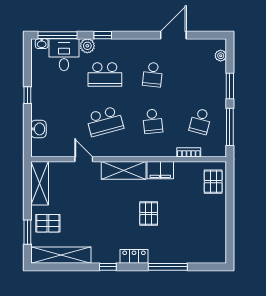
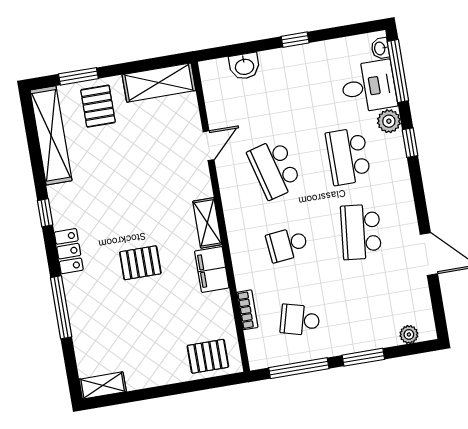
school desk: (153, 75) -> (361, 232), width x1.85
shelving: (124, 170) -> (207, 223), width x0.67, depth x0.75
shelving: (220, 249) -> (103, 385), added

